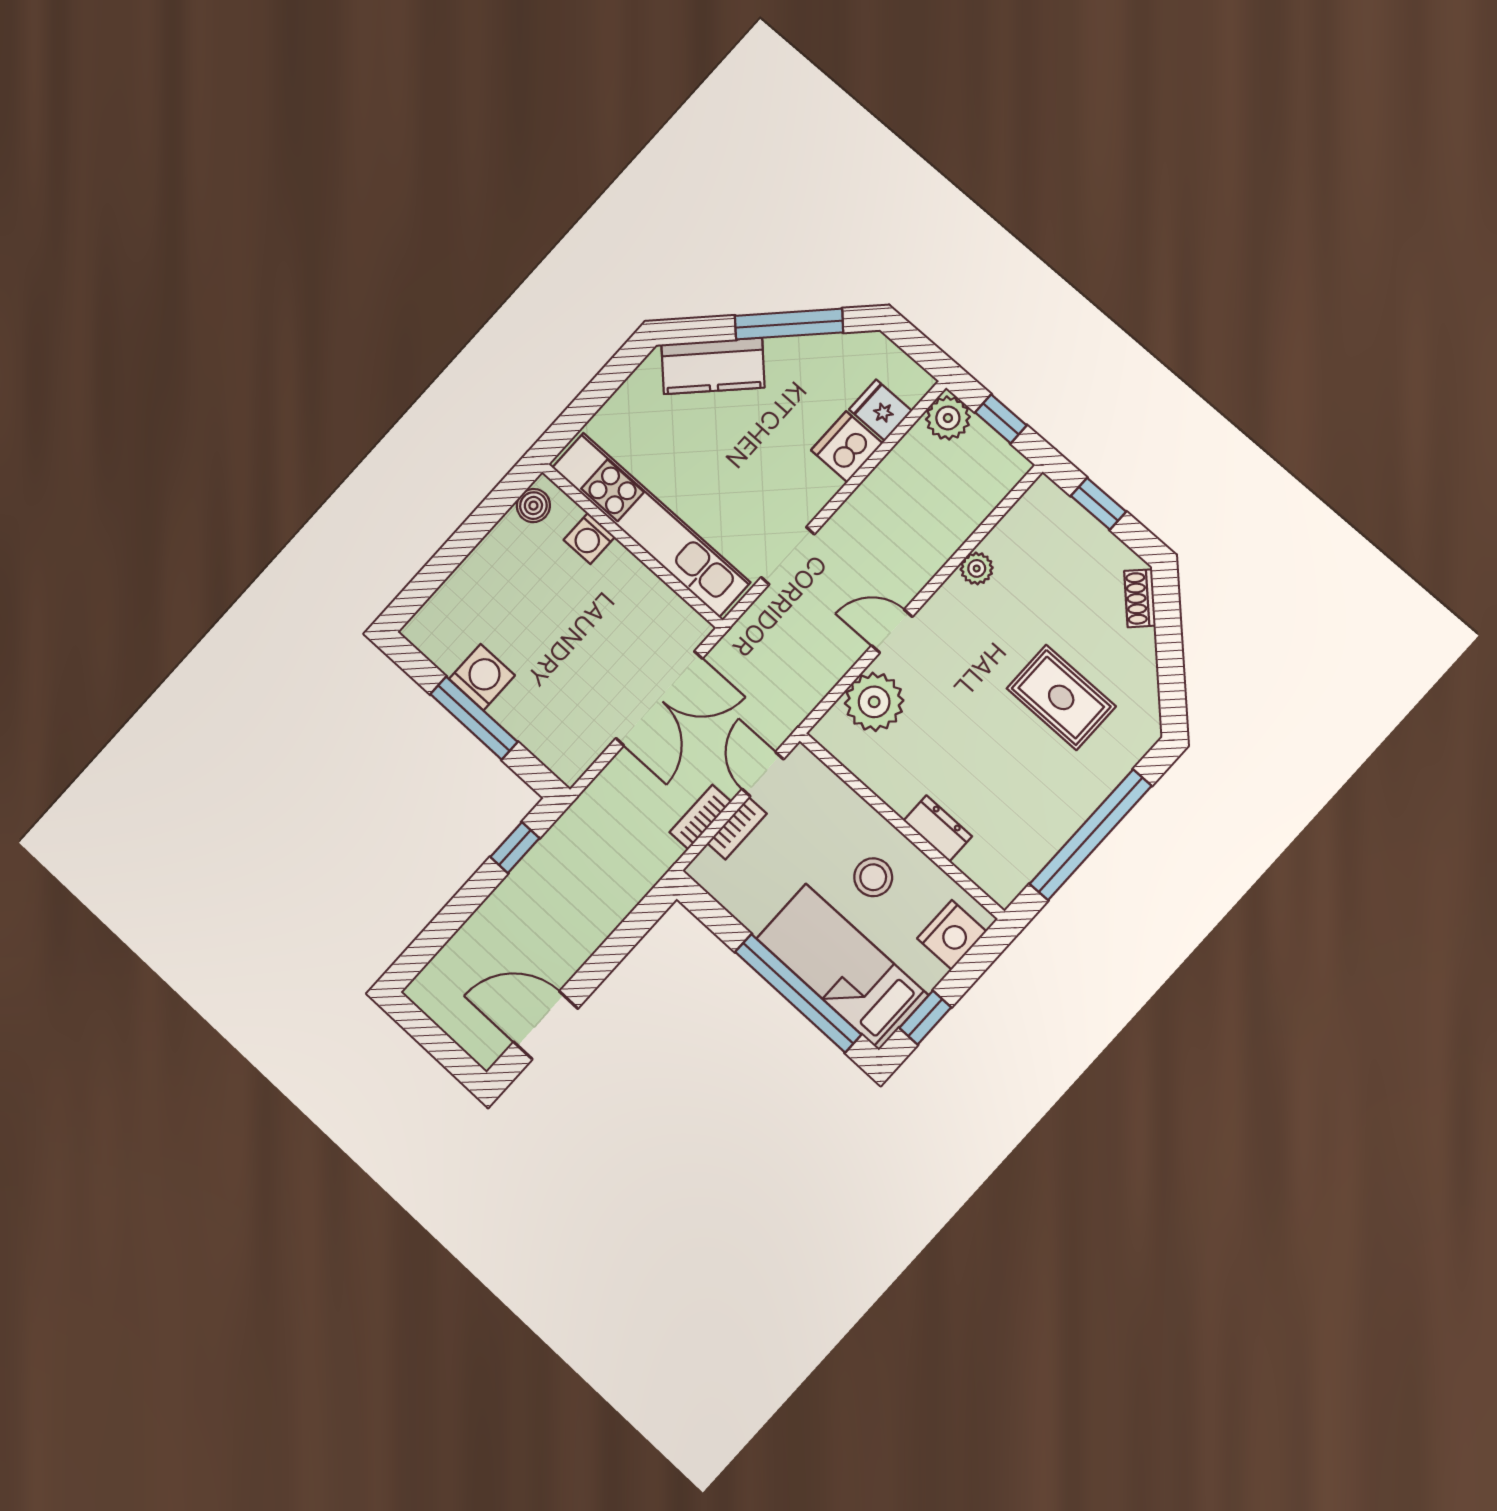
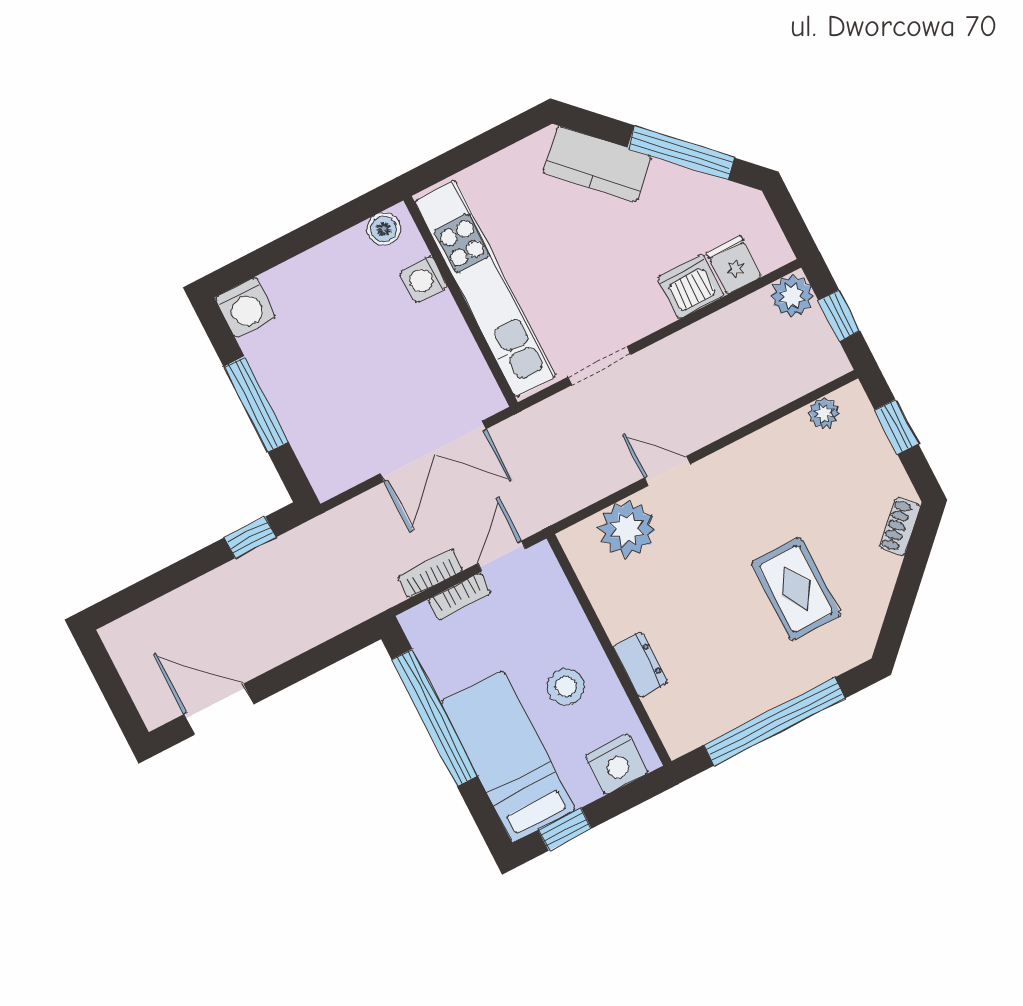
plant: (977, 568) -> (824, 413), moved
washing machine: (482, 677) -> (246, 307), moved, turned 90
window: (798, 993) -> (435, 718), moved

